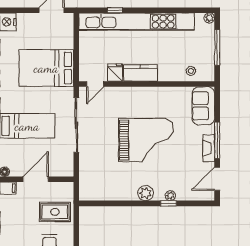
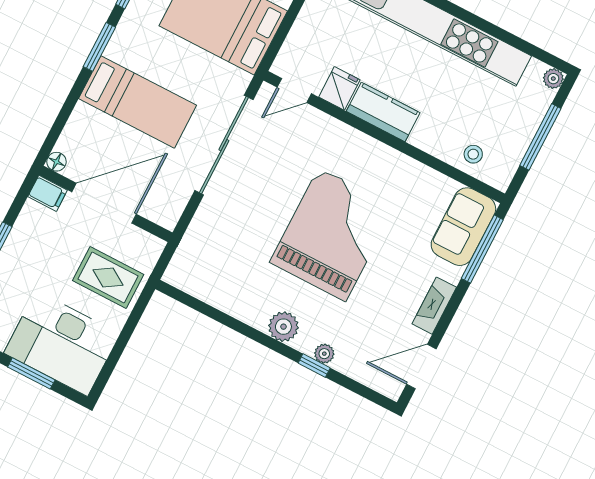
grand piano: (146, 140) -> (332, 234), turned -90
window: (217, 140) -> (482, 249), moved
door: (36, 179) -> (104, 203), width x1.36

